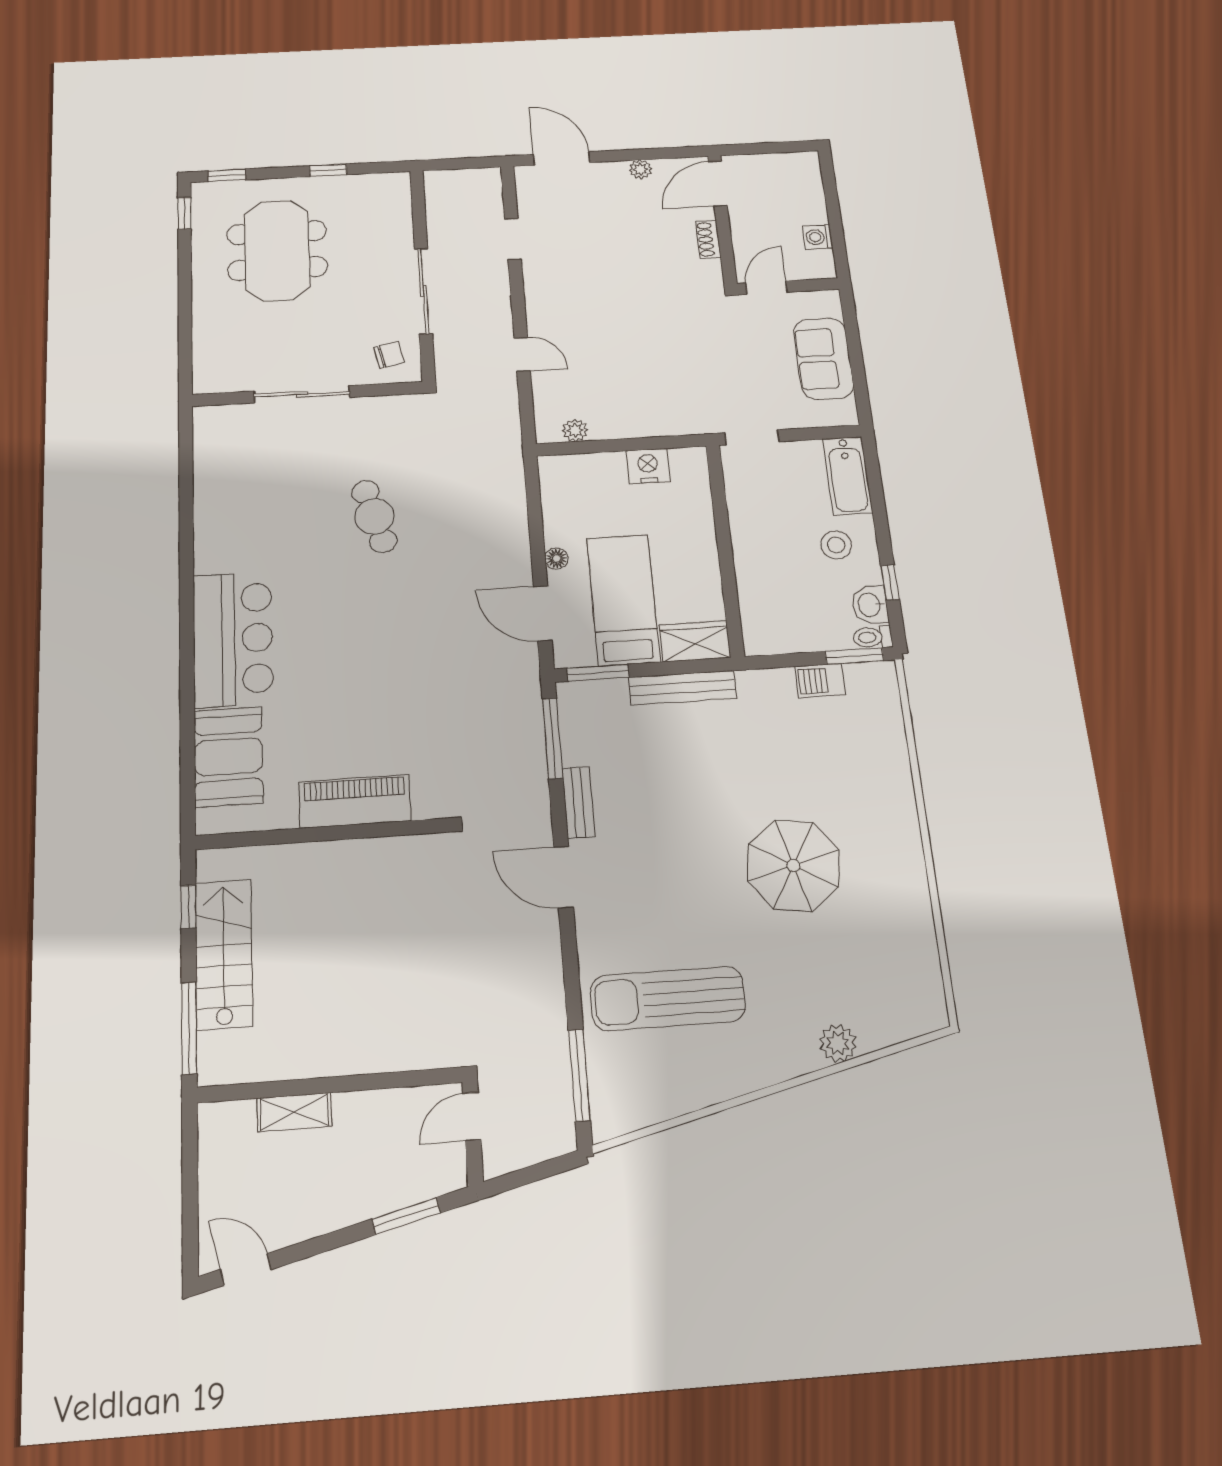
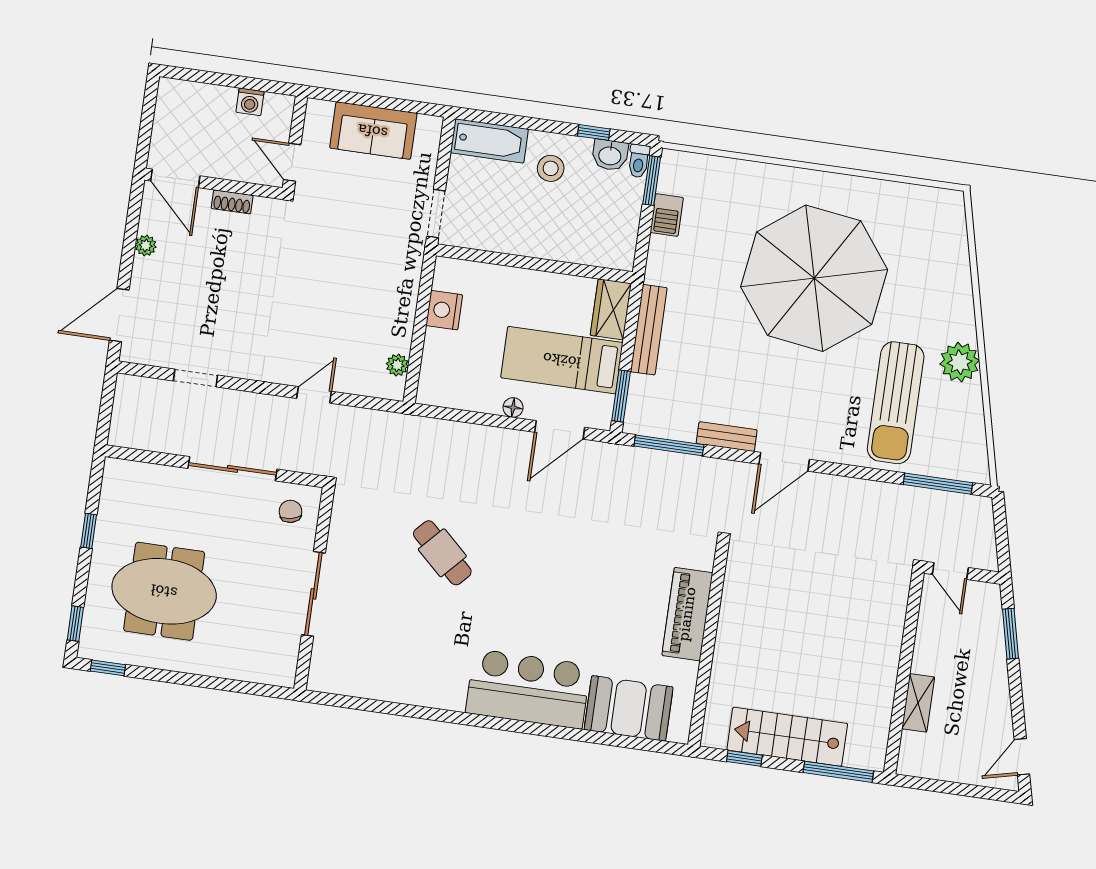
cafe table: (374, 516) -> (442, 553), turned 59
parasol: (793, 865) -> (814, 278), width x1.86, depth x1.86
plant: (838, 1043) -> (960, 362), moved, width x1.36, depth x1.36

